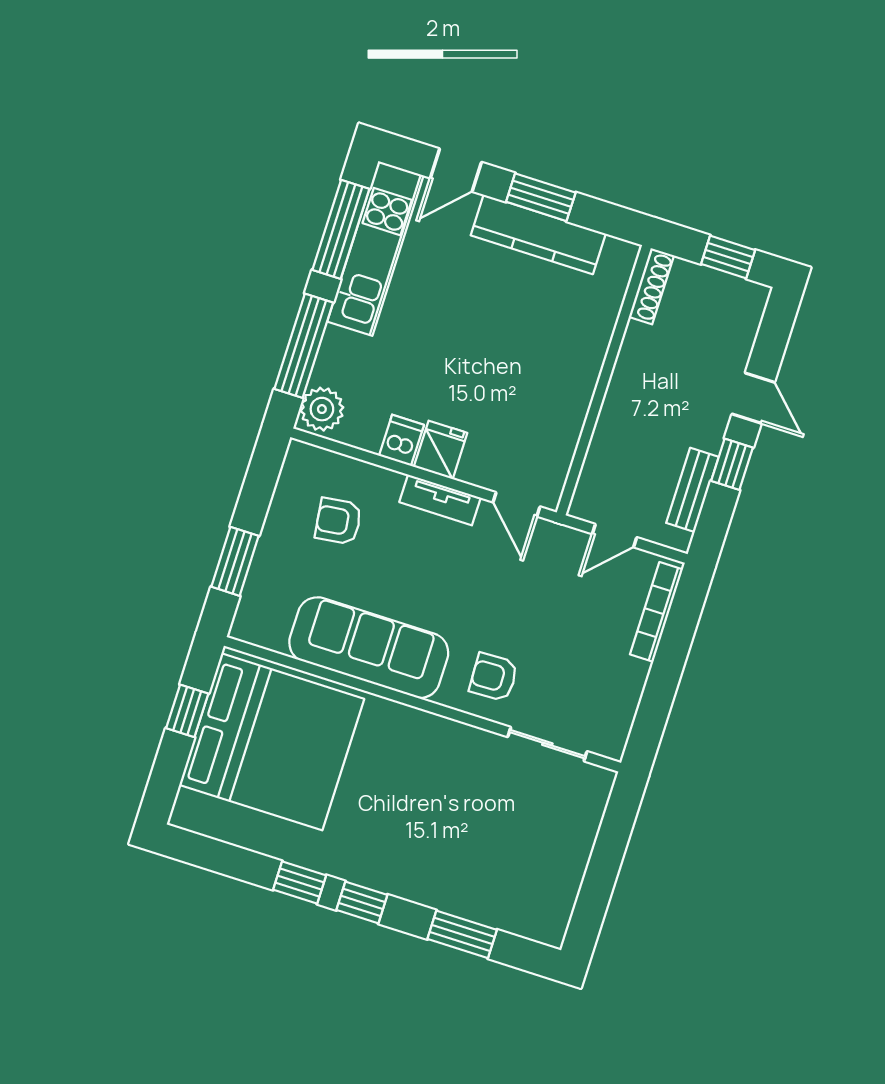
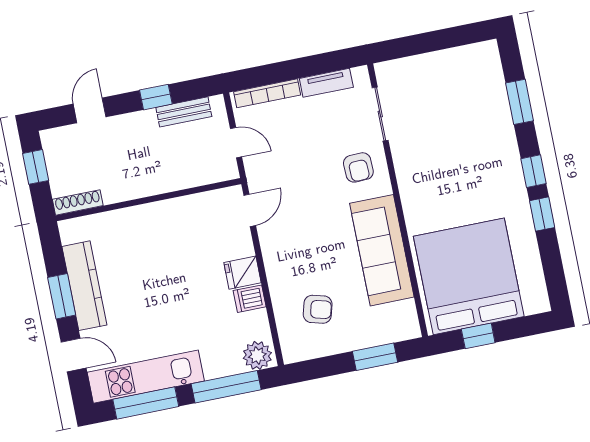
door: (753, 398) -> (90, 110), moved
tv unit: (440, 500) -> (326, 83), moved, turned 90
armchair: (338, 521) -> (318, 309), turned -68

